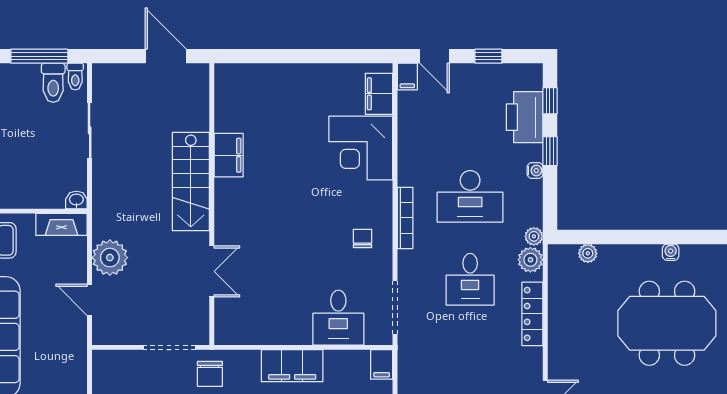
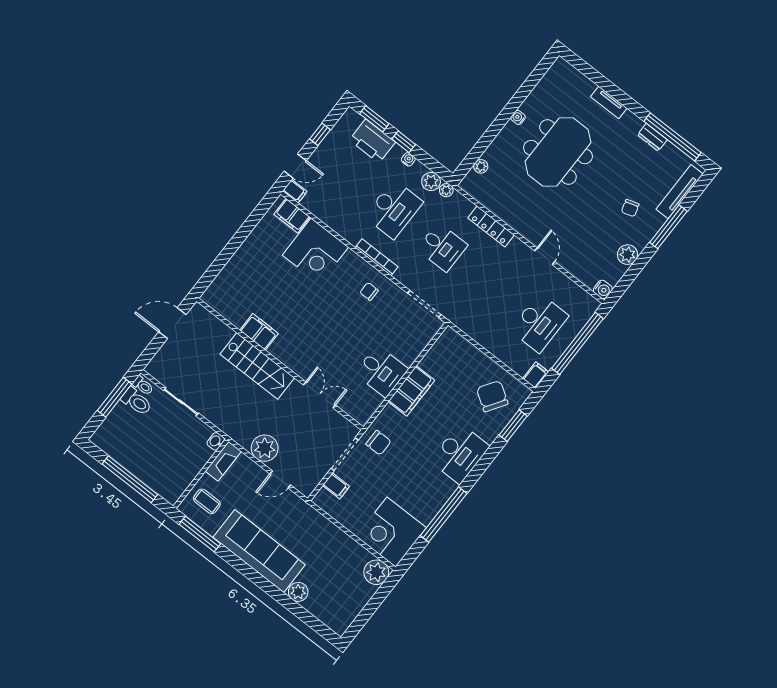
window: (550, 101) -> (374, 119), width x1.50
plant: (530, 260) -> (431, 181), moved
desk: (338, 318) -> (381, 371), moved
filing cabinet: (382, 364) -> (336, 486), moved

